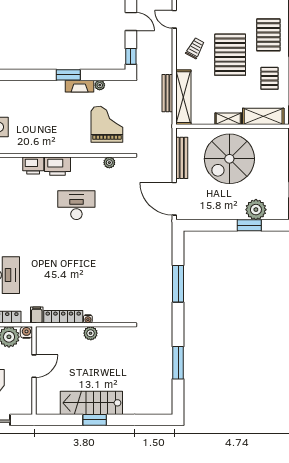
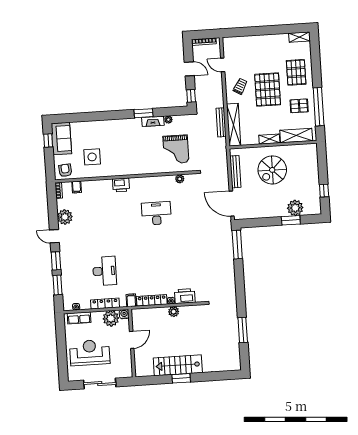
pallet: (269, 78) -> (299, 106), turned 90
grand piano: (107, 124) -> (176, 149), turned 180
spiral stairs: (229, 159) -> (272, 170), width x0.73, depth x0.73
printer: (57, 166) -> (185, 296), moved, turned 180
window: (178, 284) -> (237, 245), moved

